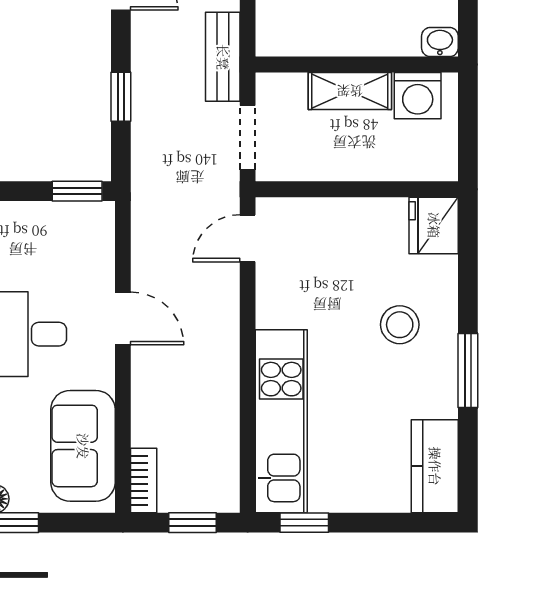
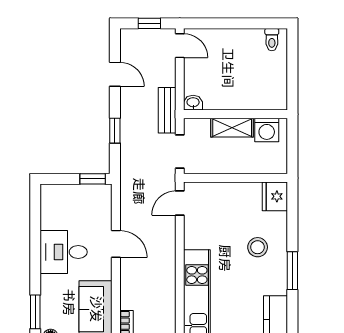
washbasin: (440, 42) -> (193, 103), moved

